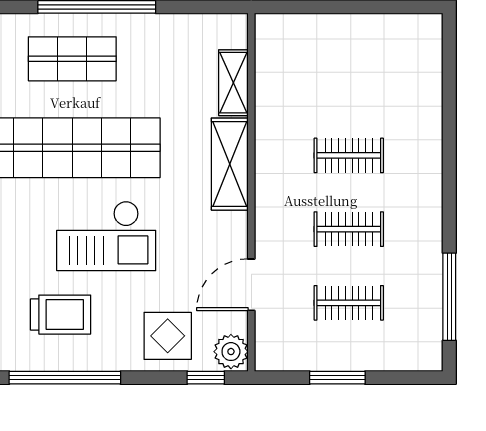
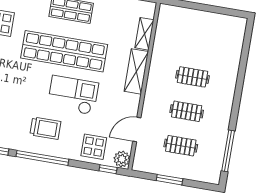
checkout: (106, 236) -> (73, 95), turned 180

